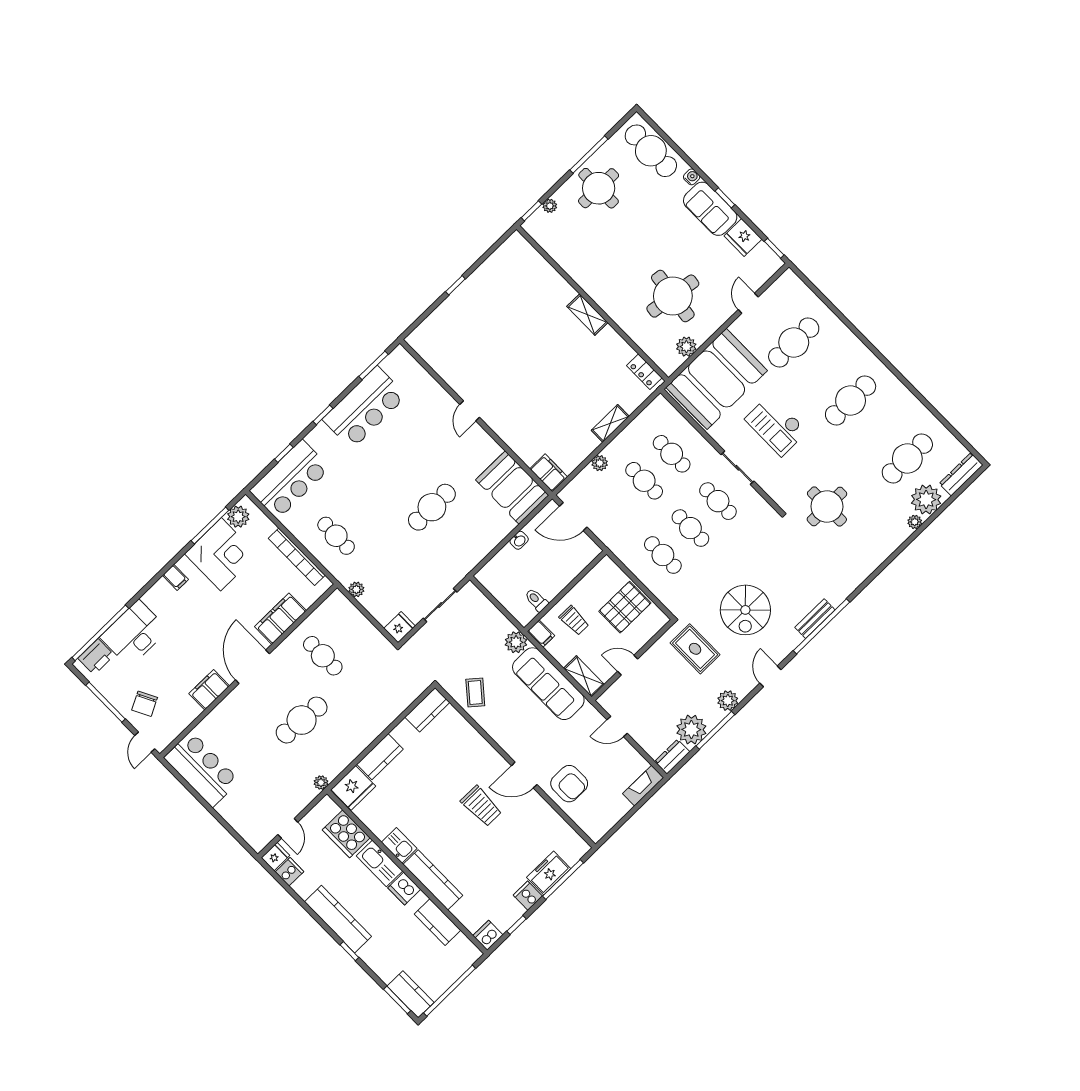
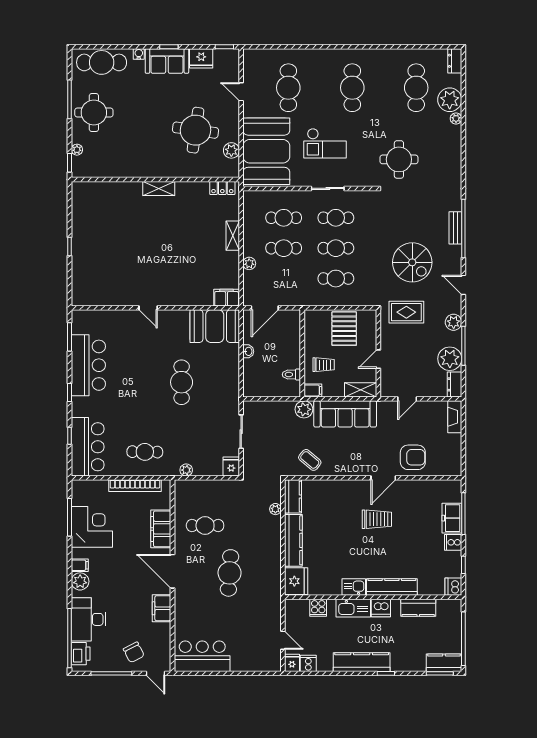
dresser: (961, 474) -> (455, 61), width x0.70
plant: (238, 517) -> (80, 581), moved
kitchen counter: (380, 757) -> (293, 540), width x1.50
plant: (321, 783) -> (275, 509), moved
cooker: (346, 834) -> (318, 608), width x0.53, depth x0.76

